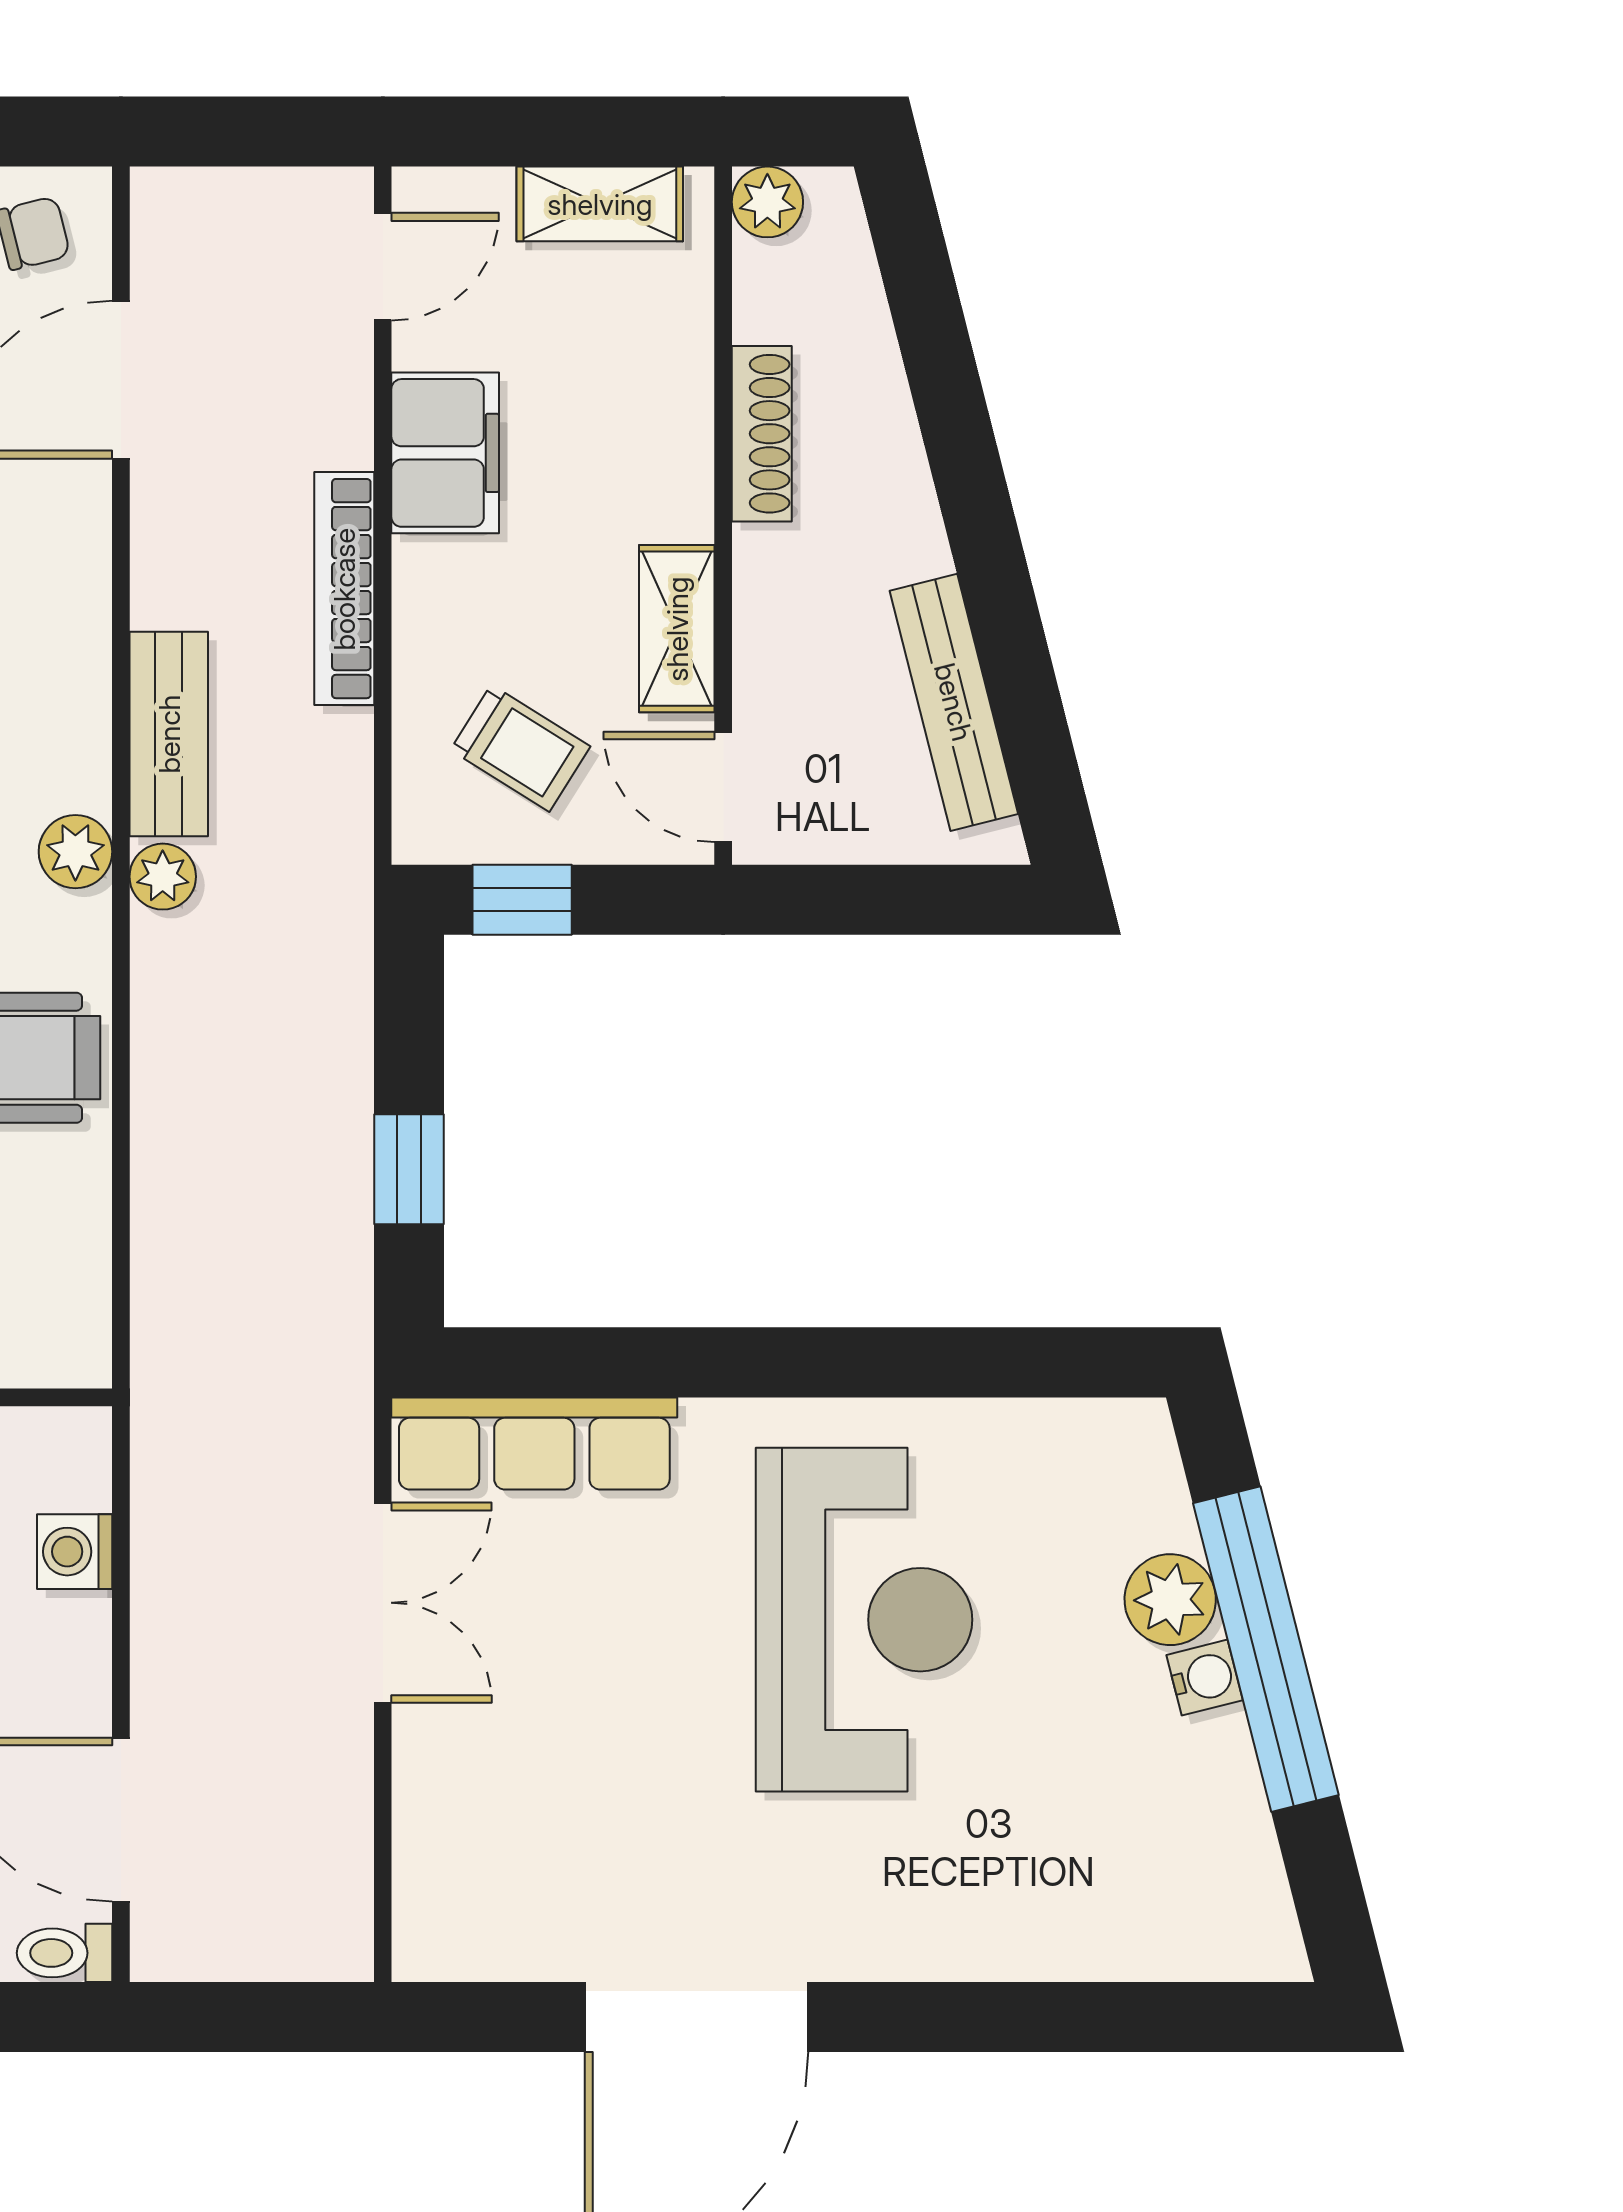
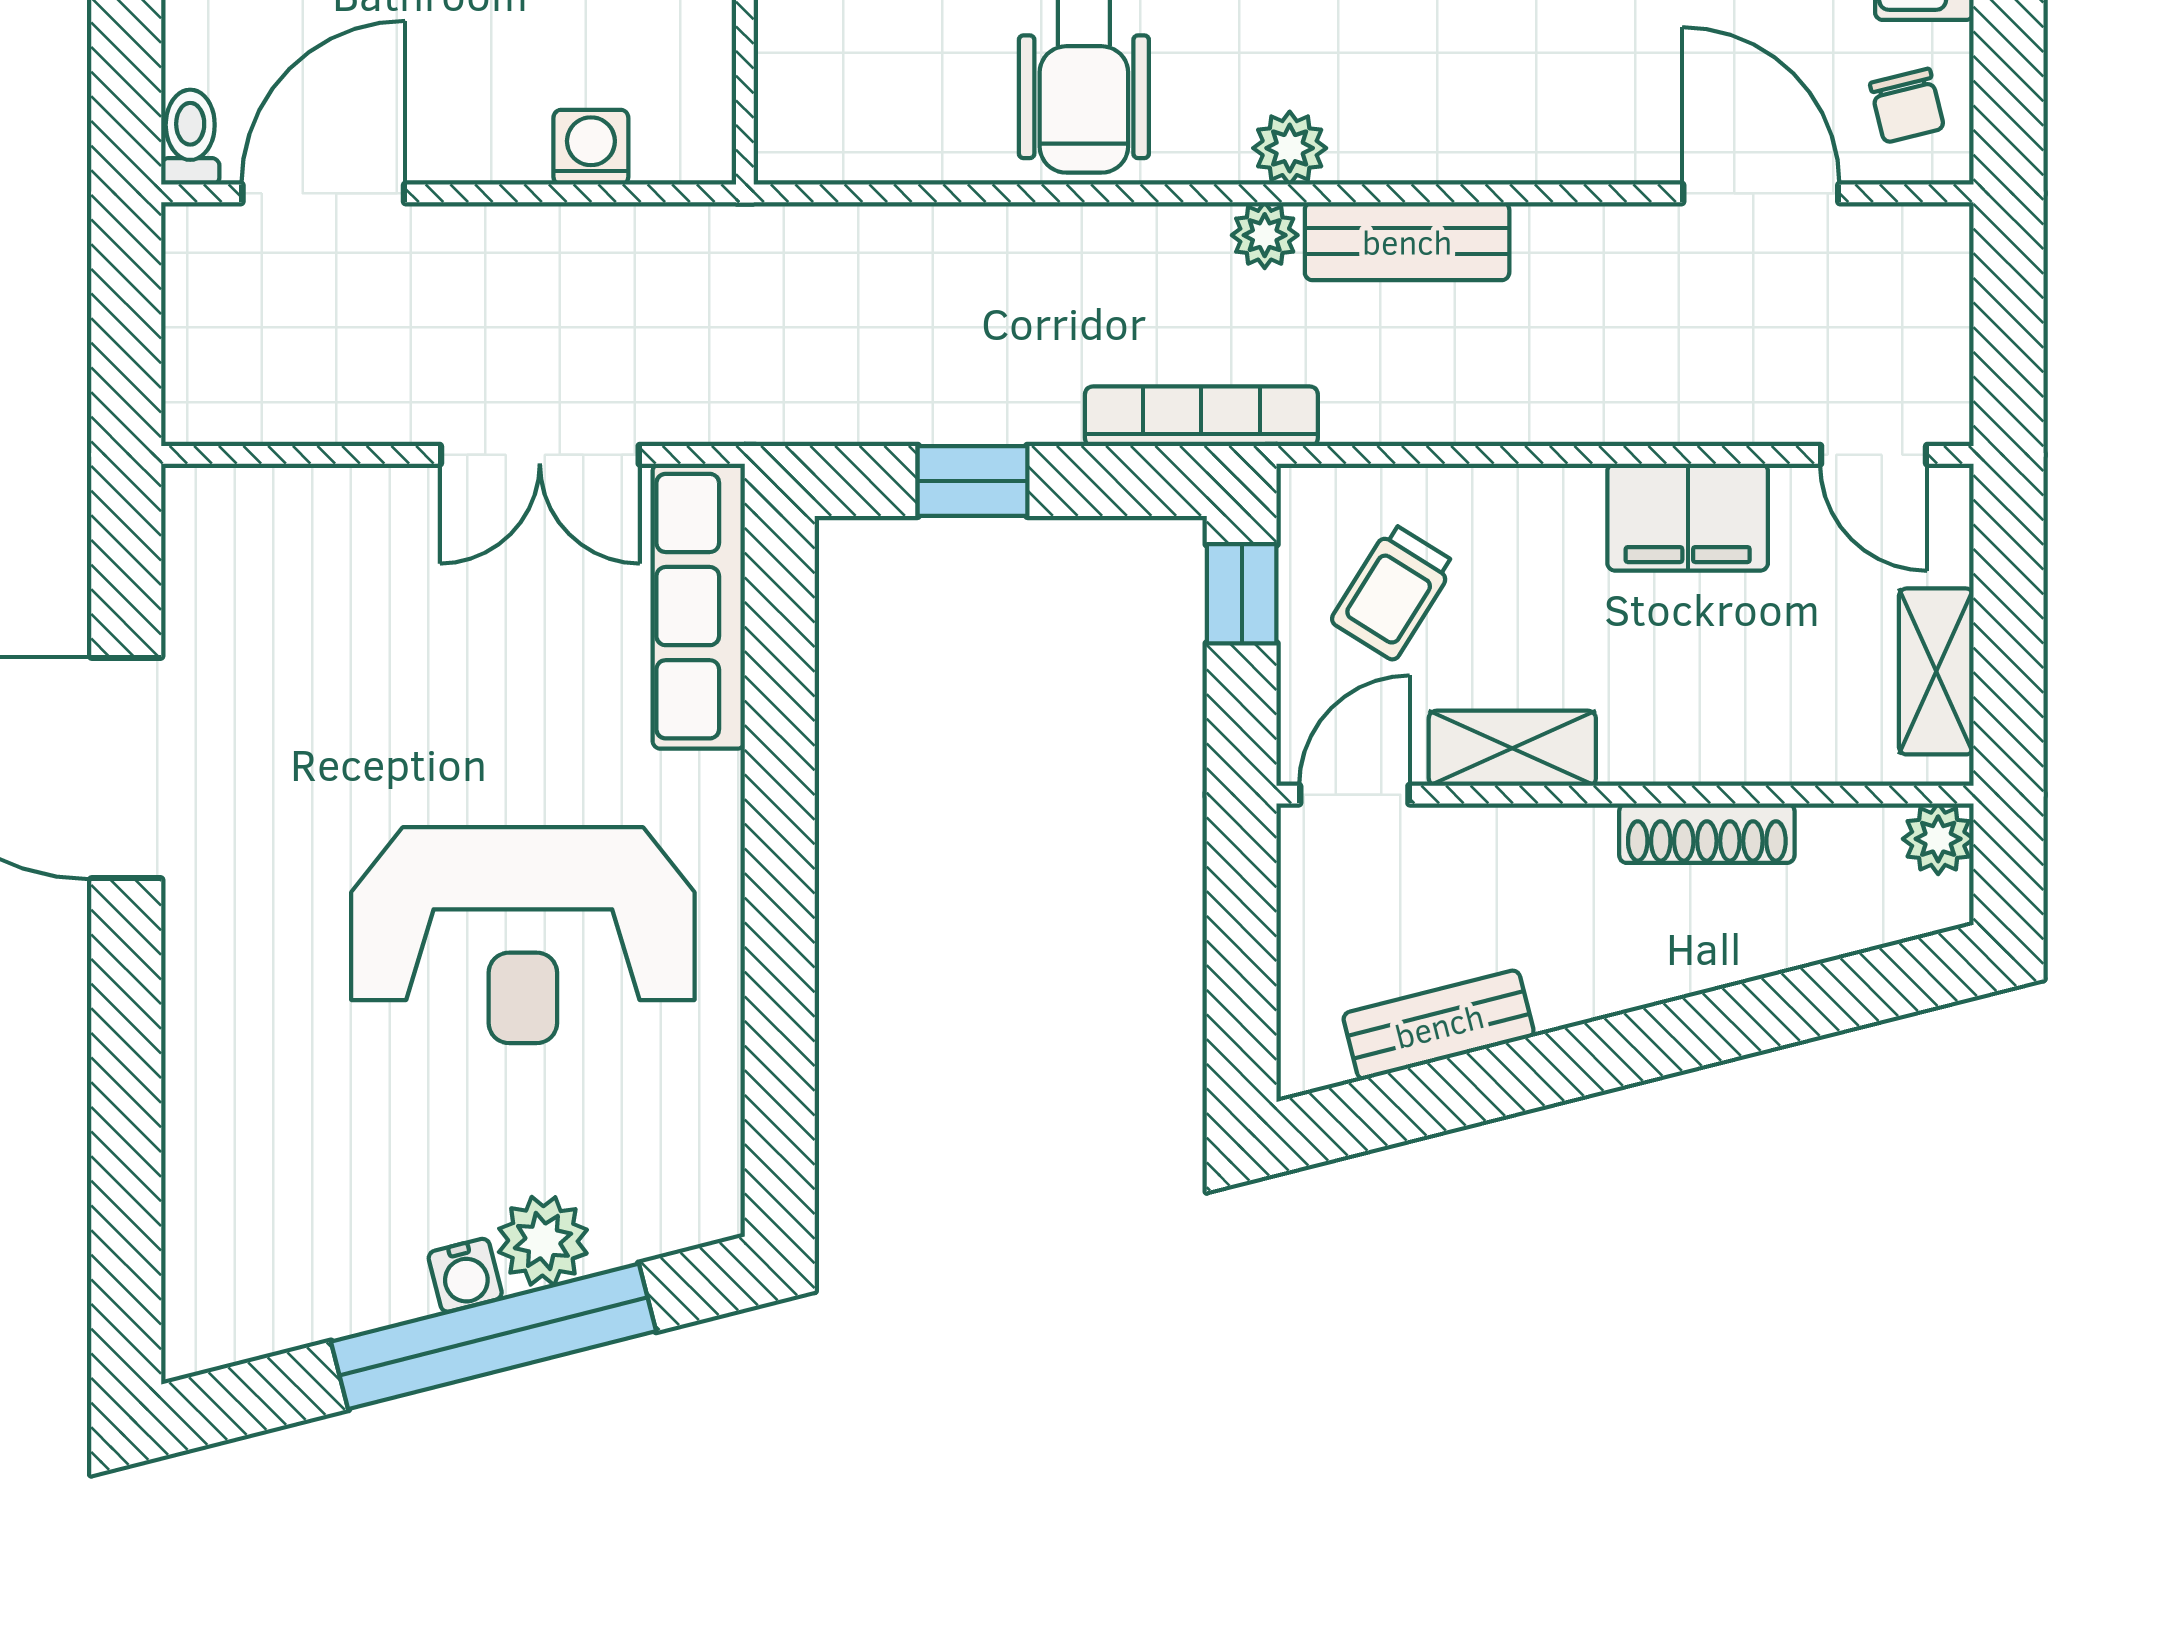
bookcase: (344, 589) -> (1201, 416), moved
bench: (954, 702) -> (1439, 1025), width x0.73

